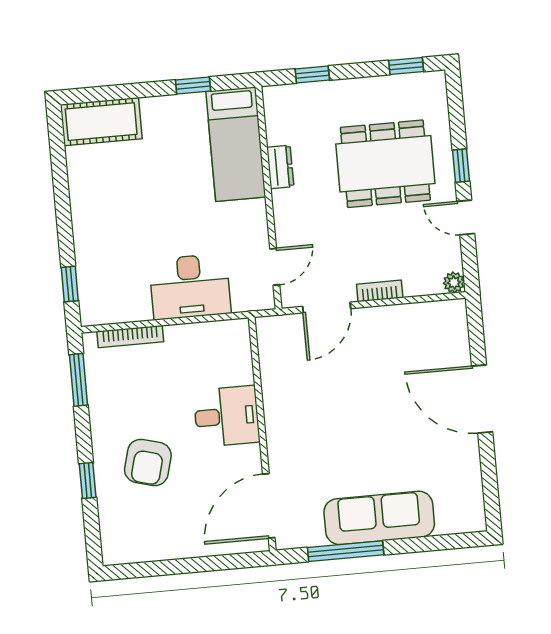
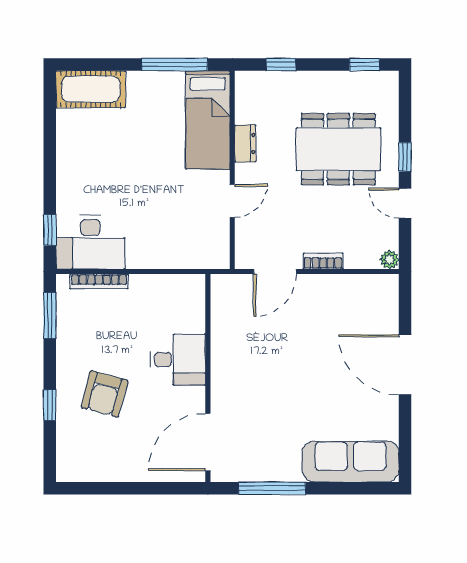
window: (193, 85) -> (175, 65), width x2.17
door: (275, 267) -> (232, 201), moved
desk: (190, 287) -> (90, 242), moved
sofa: (379, 518) -> (351, 462), moved

